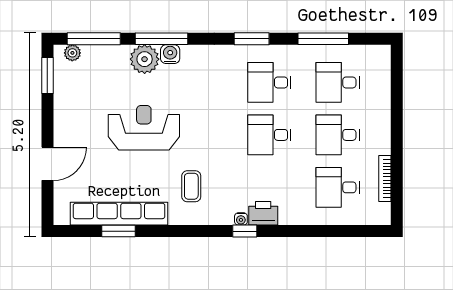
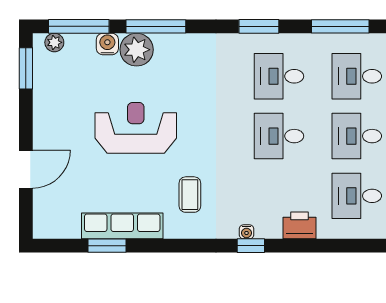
water cooler: (170, 54) -> (107, 44), moved
printer: (263, 213) -> (299, 225), moved
row of seats: (119, 214) -> (122, 226), width x0.73

